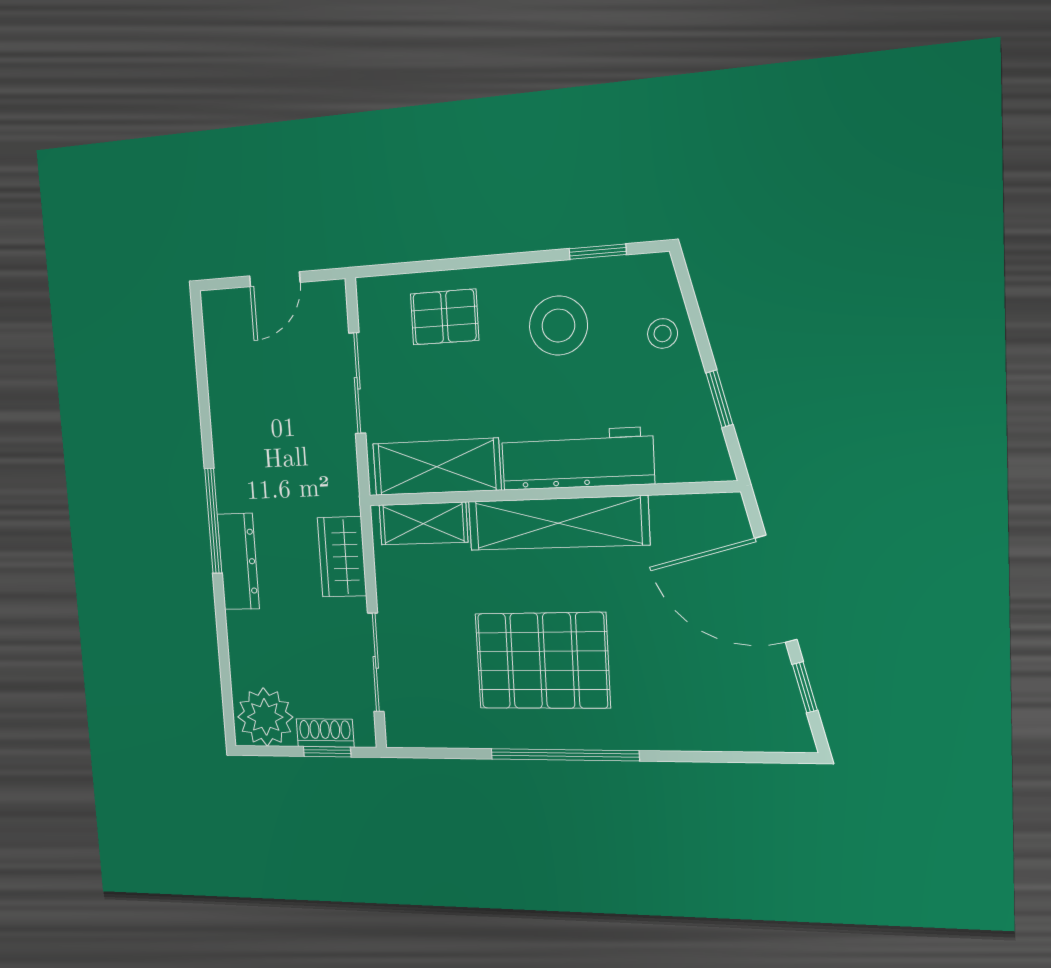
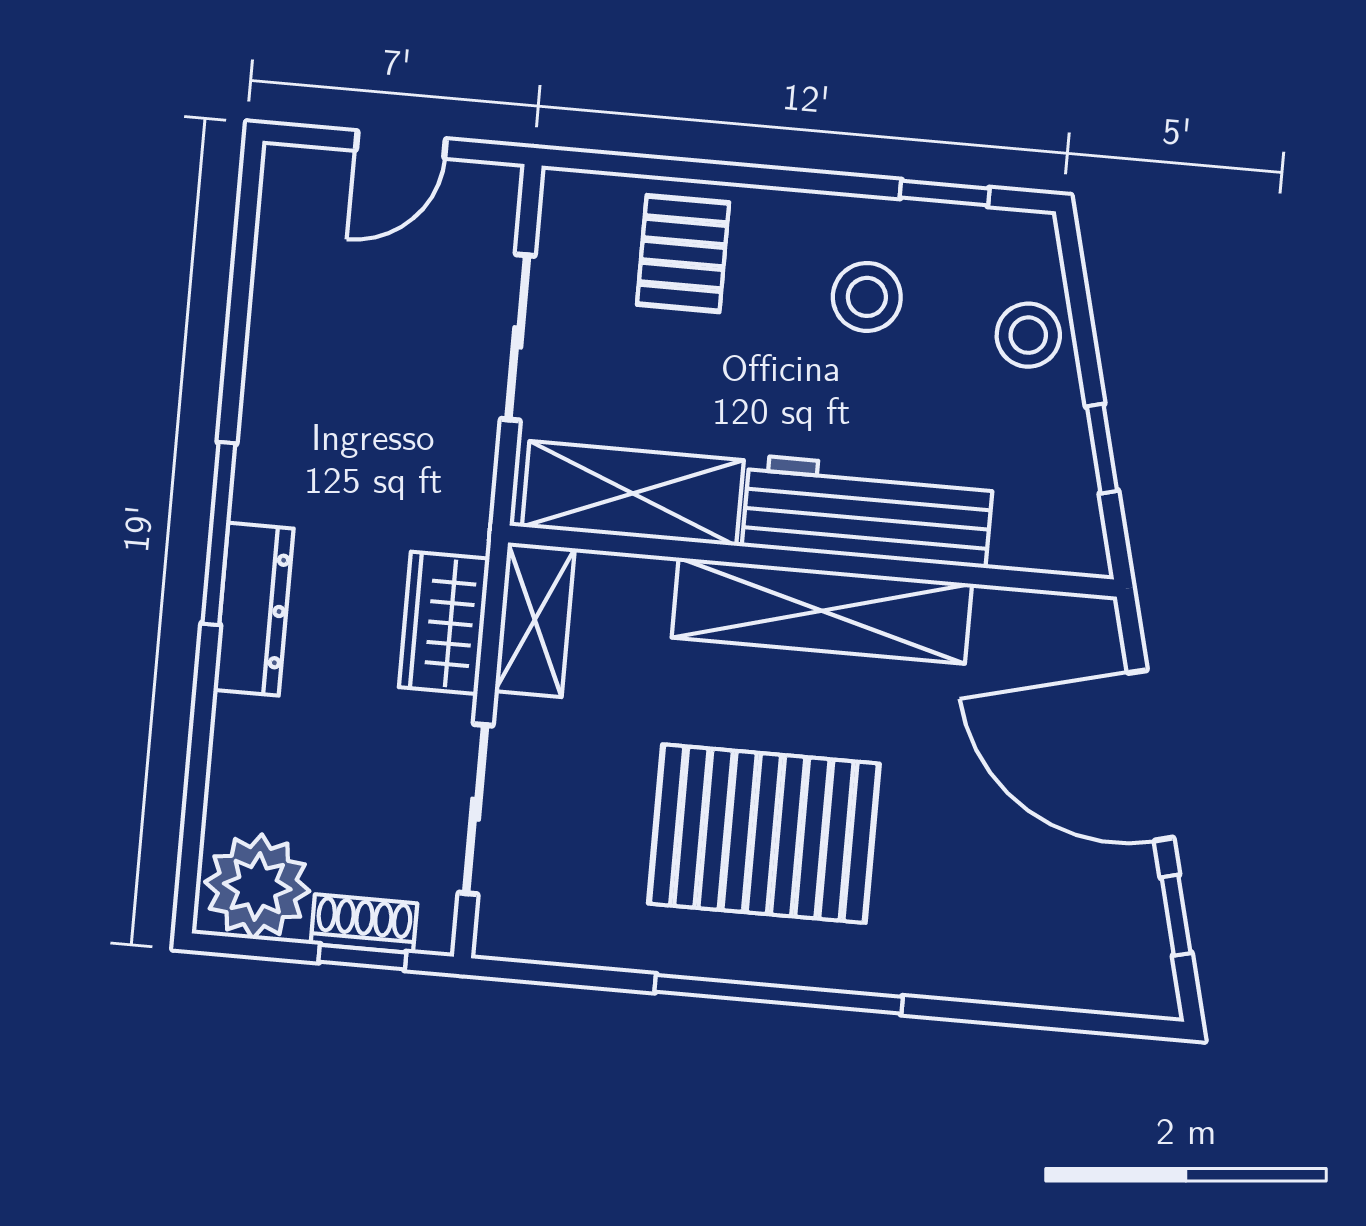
pallet: (445, 317) -> (683, 254), turned 90
stool: (558, 326) -> (867, 297), width x0.73, depth x0.73
stool: (662, 333) -> (1028, 335), width x1.37, depth x1.37
shelving: (423, 524) -> (535, 620), moved, turned 90

